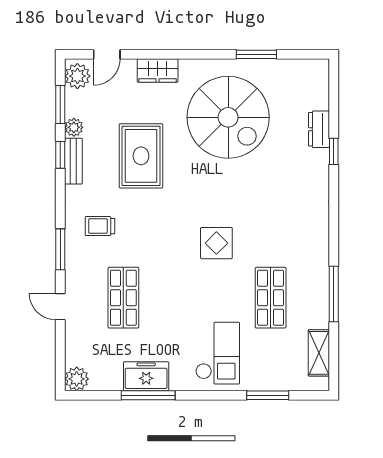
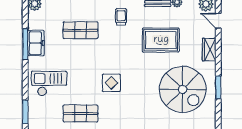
window: (256, 54) -> (218, 87), moved
spiral stairs: (228, 117) -> (183, 89), turned -90
checkout: (218, 353) -> (49, 83), turned 180

